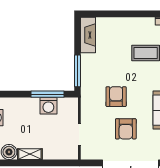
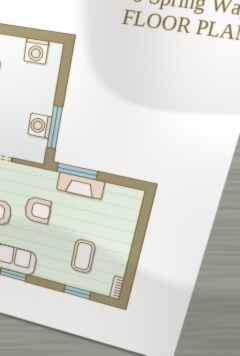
fireplace: (88, 35) -> (80, 186), moved

